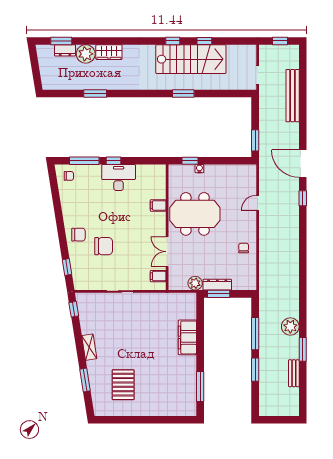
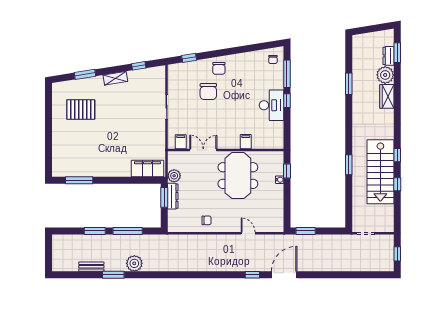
bench: (293, 96) -> (347, 265), removed
window: (74, 309) -> (139, 66), moved
filing cabinet: (187, 337) -> (147, 169), moved

